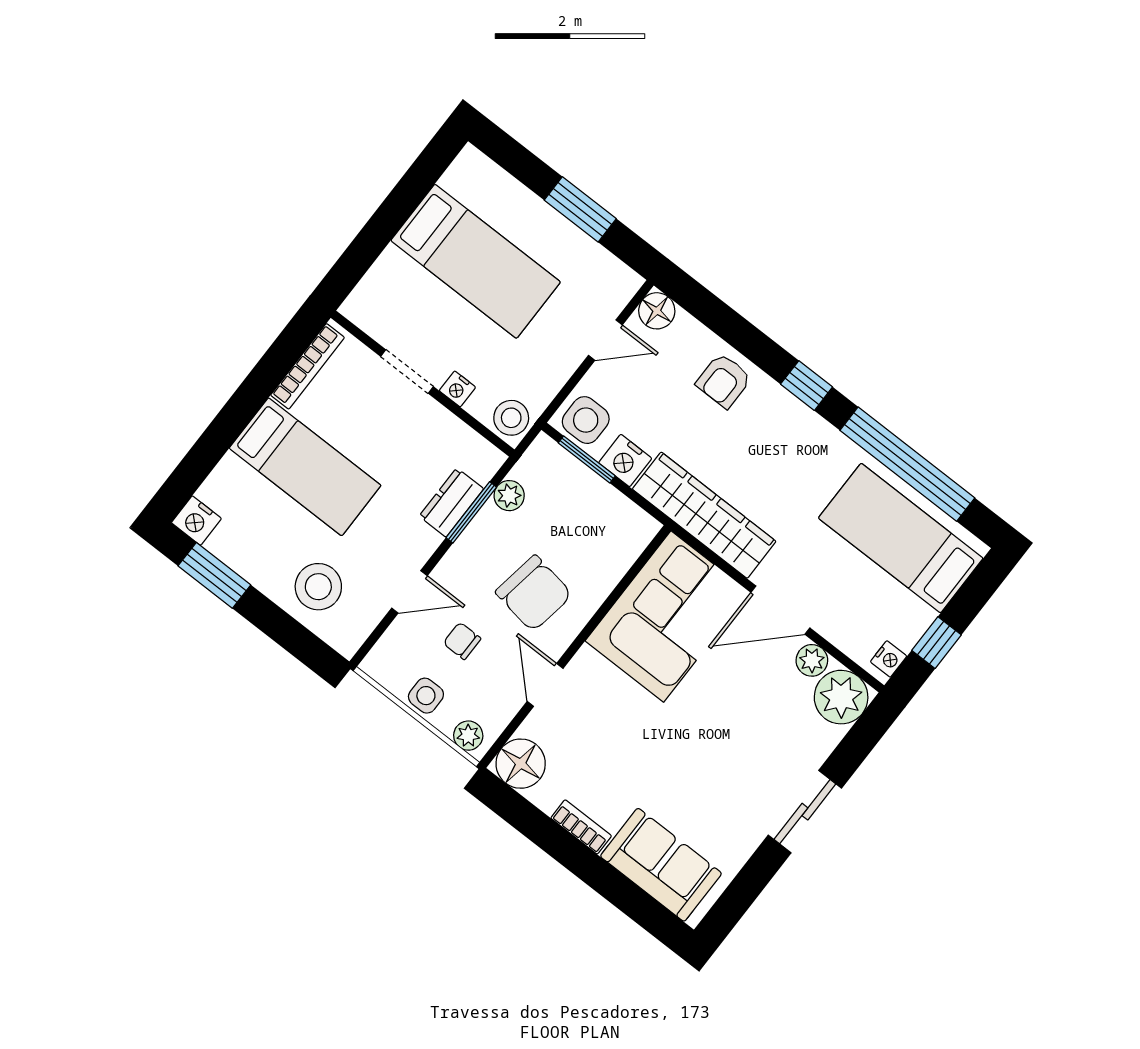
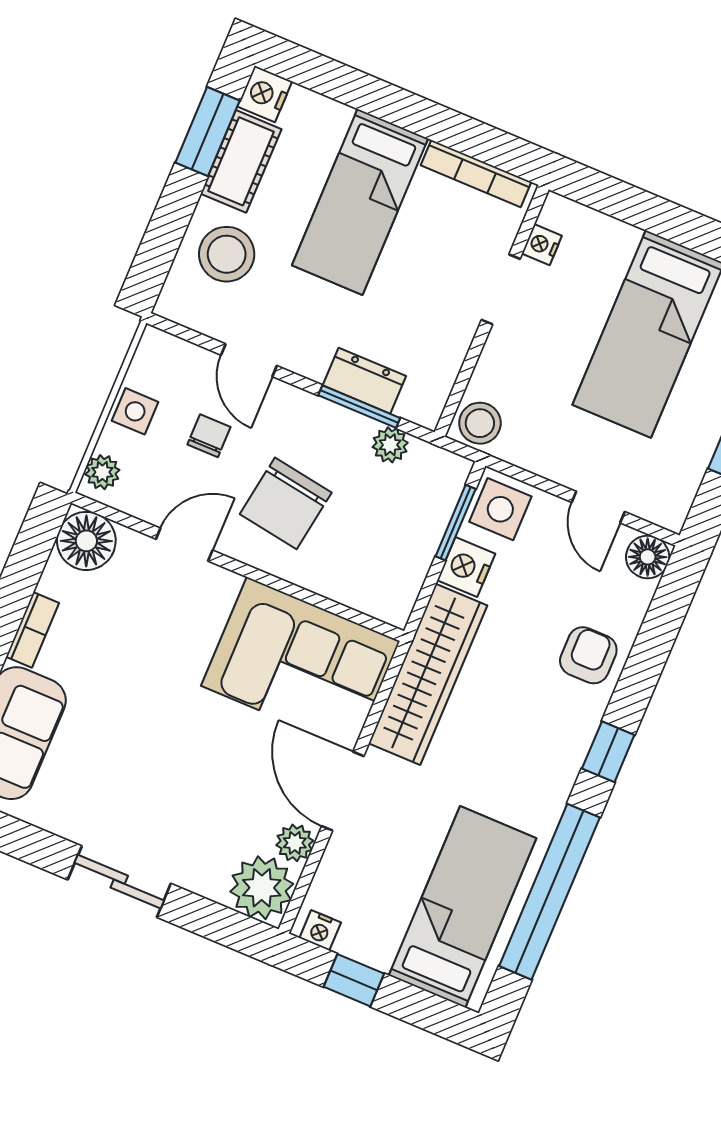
armchair: (724, 381) -> (588, 655), turned 90
nightstand: (457, 389) -> (542, 245), moved
cot: (246, 555) -> (241, 161), added

